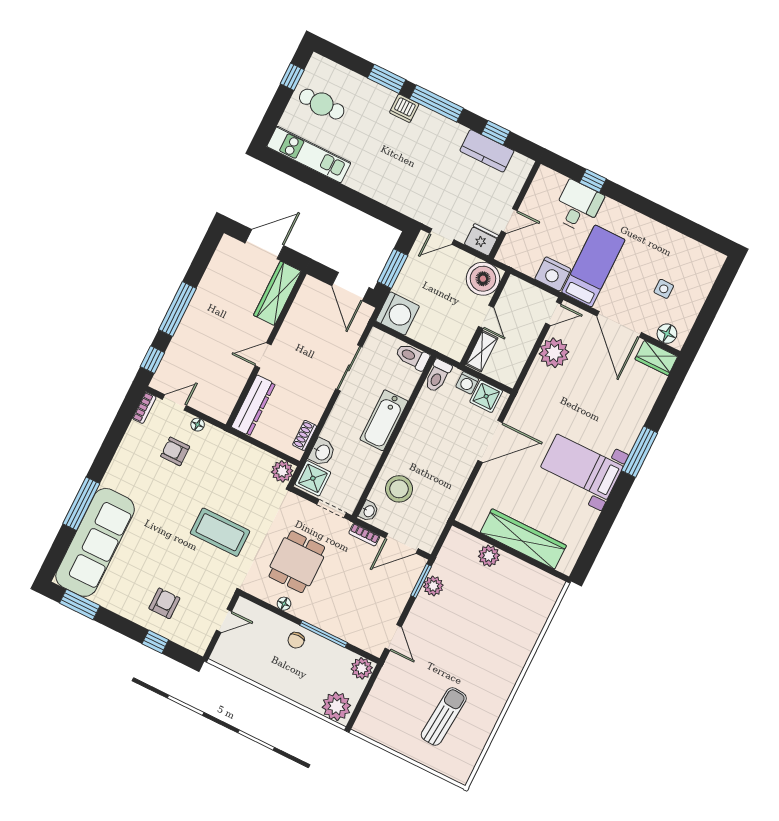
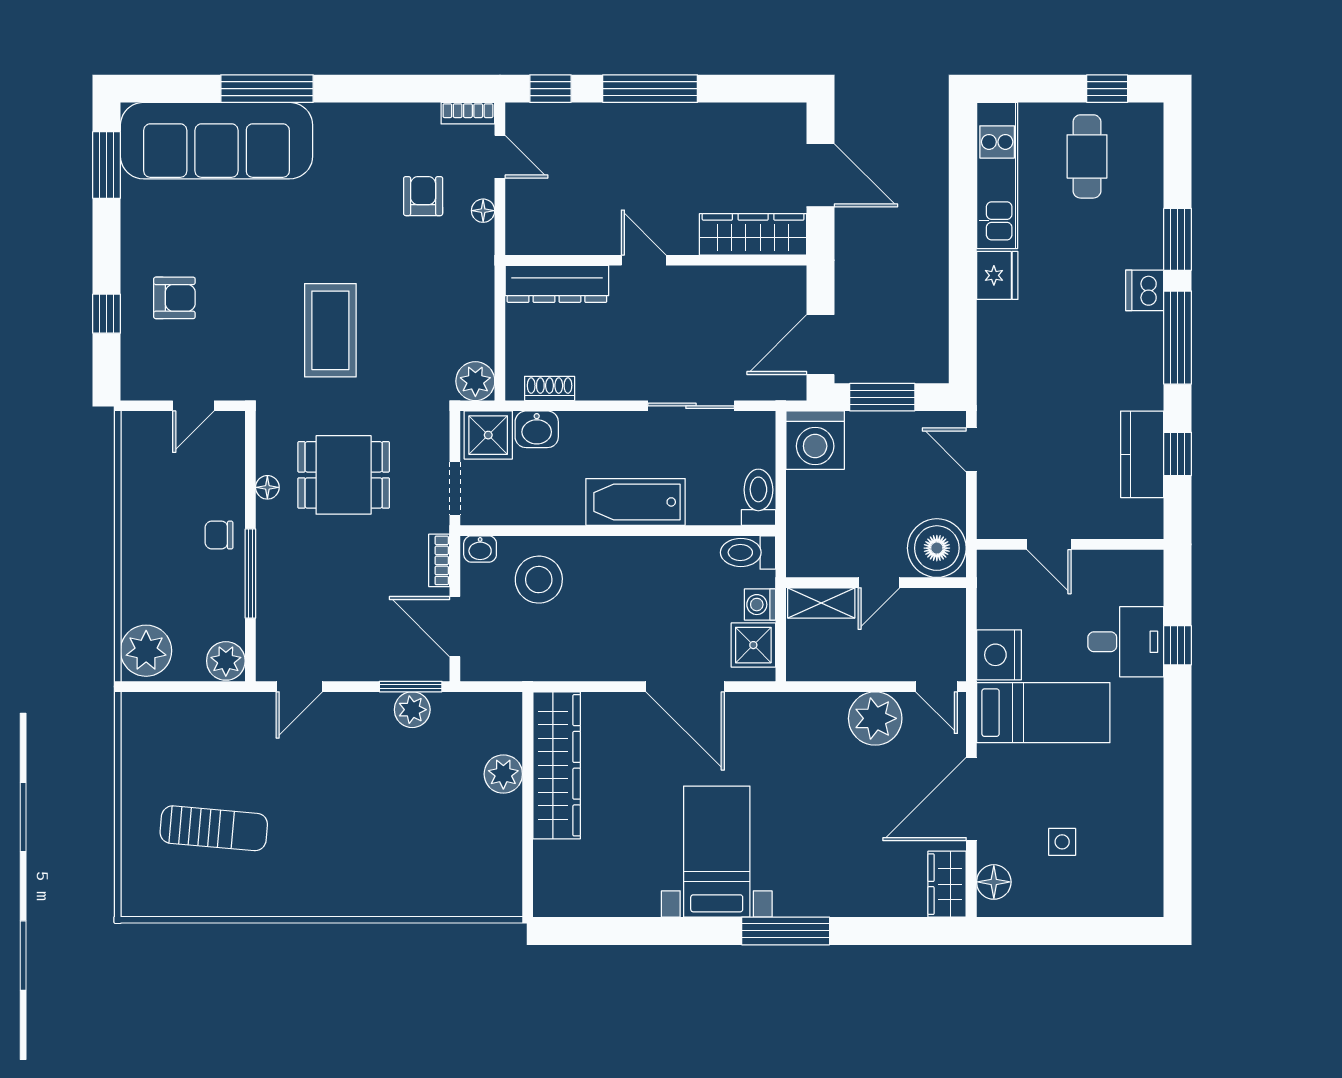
fridge: (481, 240) -> (997, 275), moved
wardrobe: (523, 539) -> (557, 765), moved
door: (224, 621) -> (193, 406), hinge flipped

